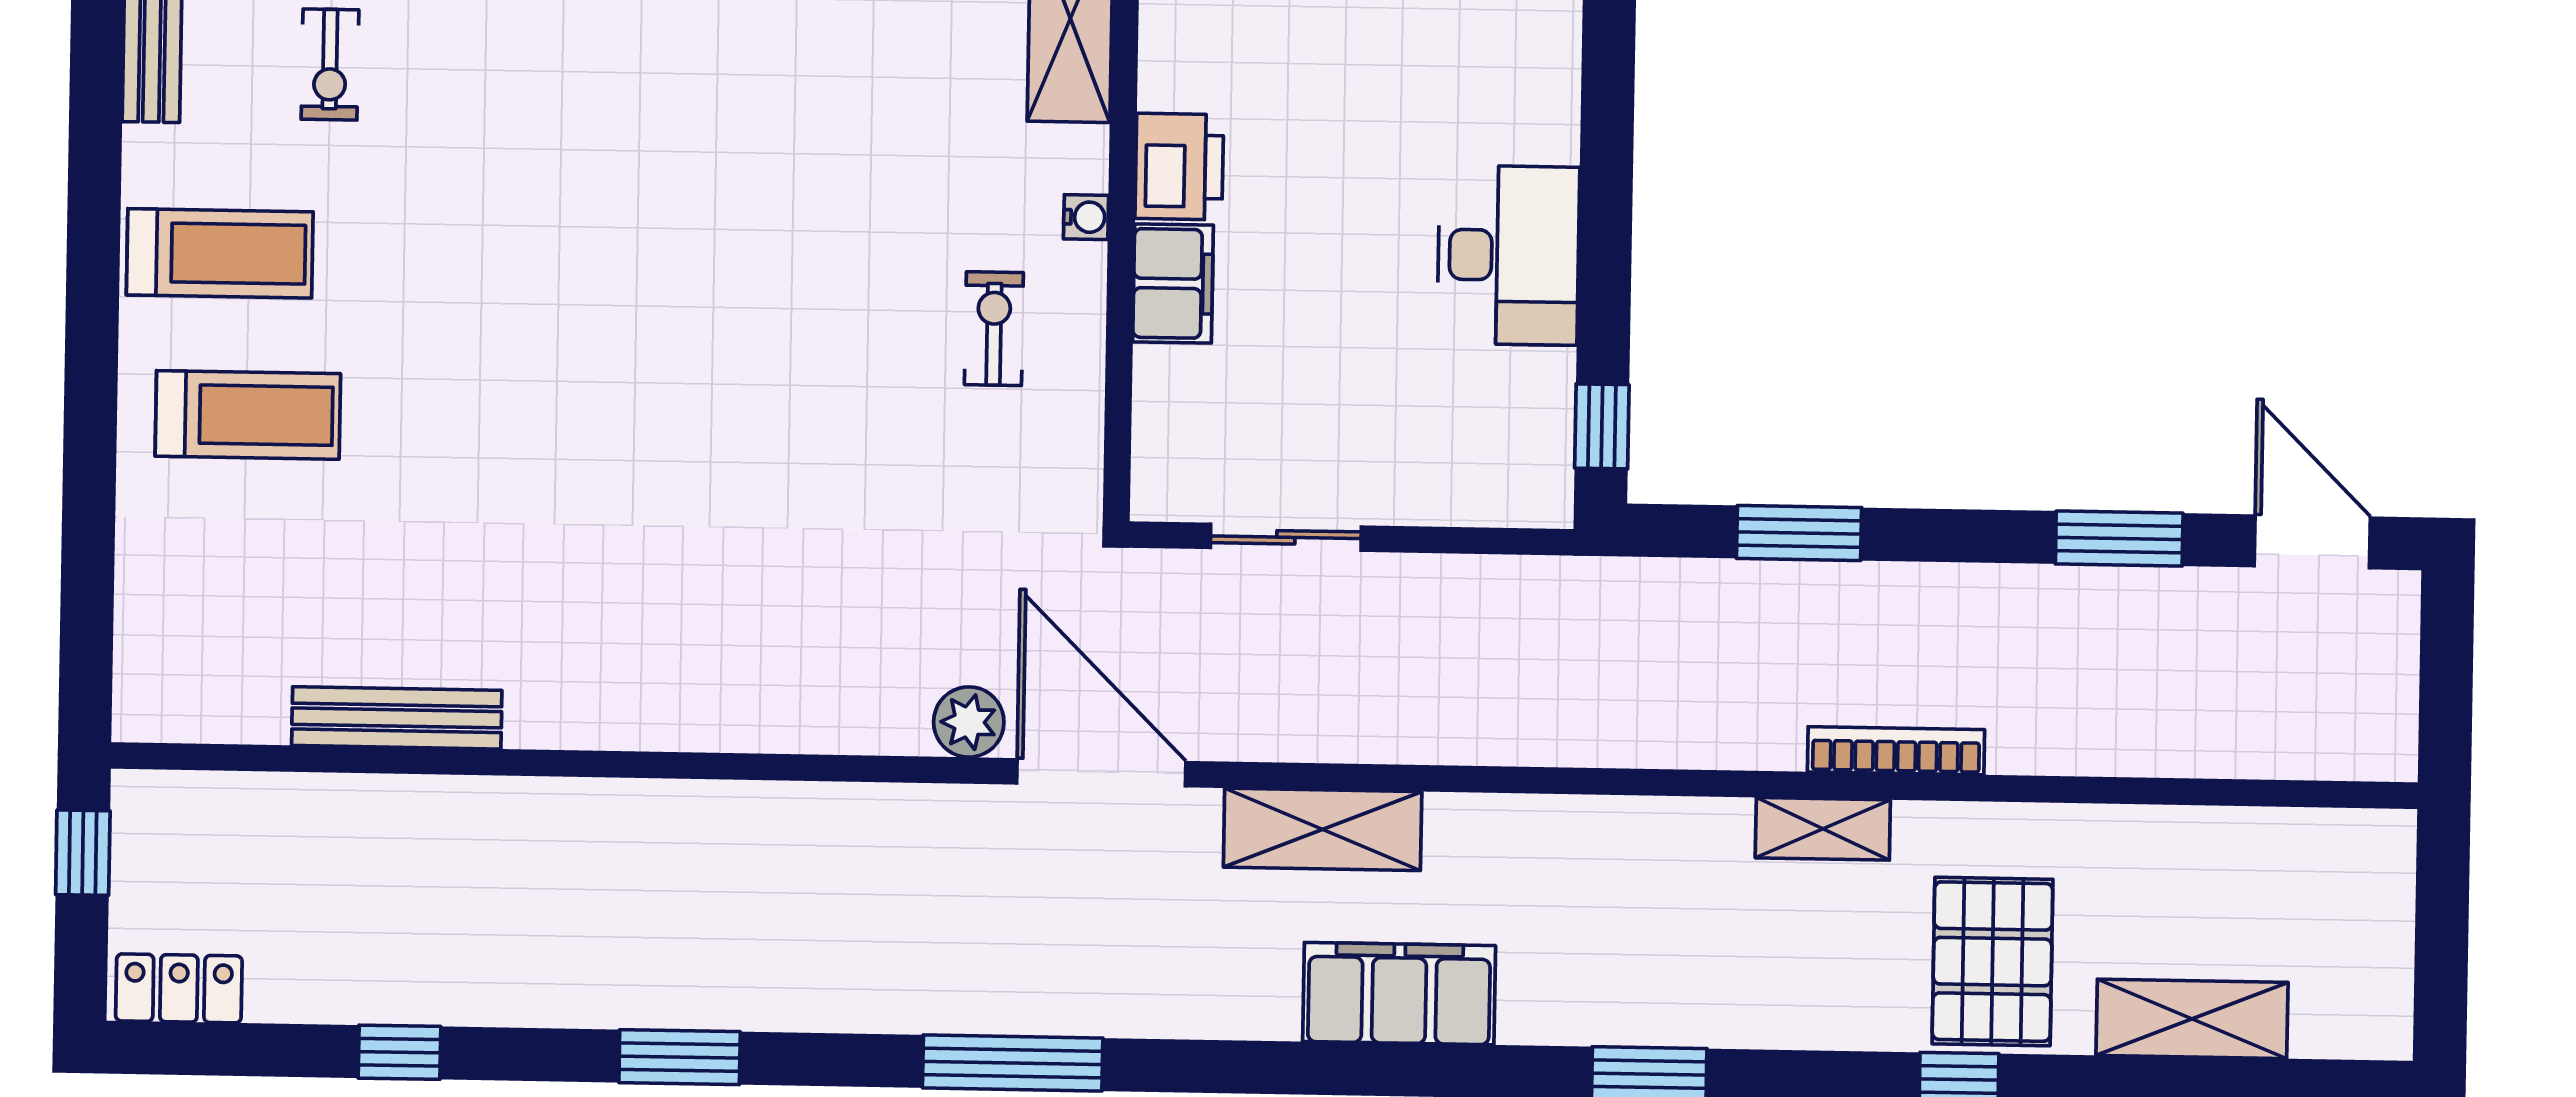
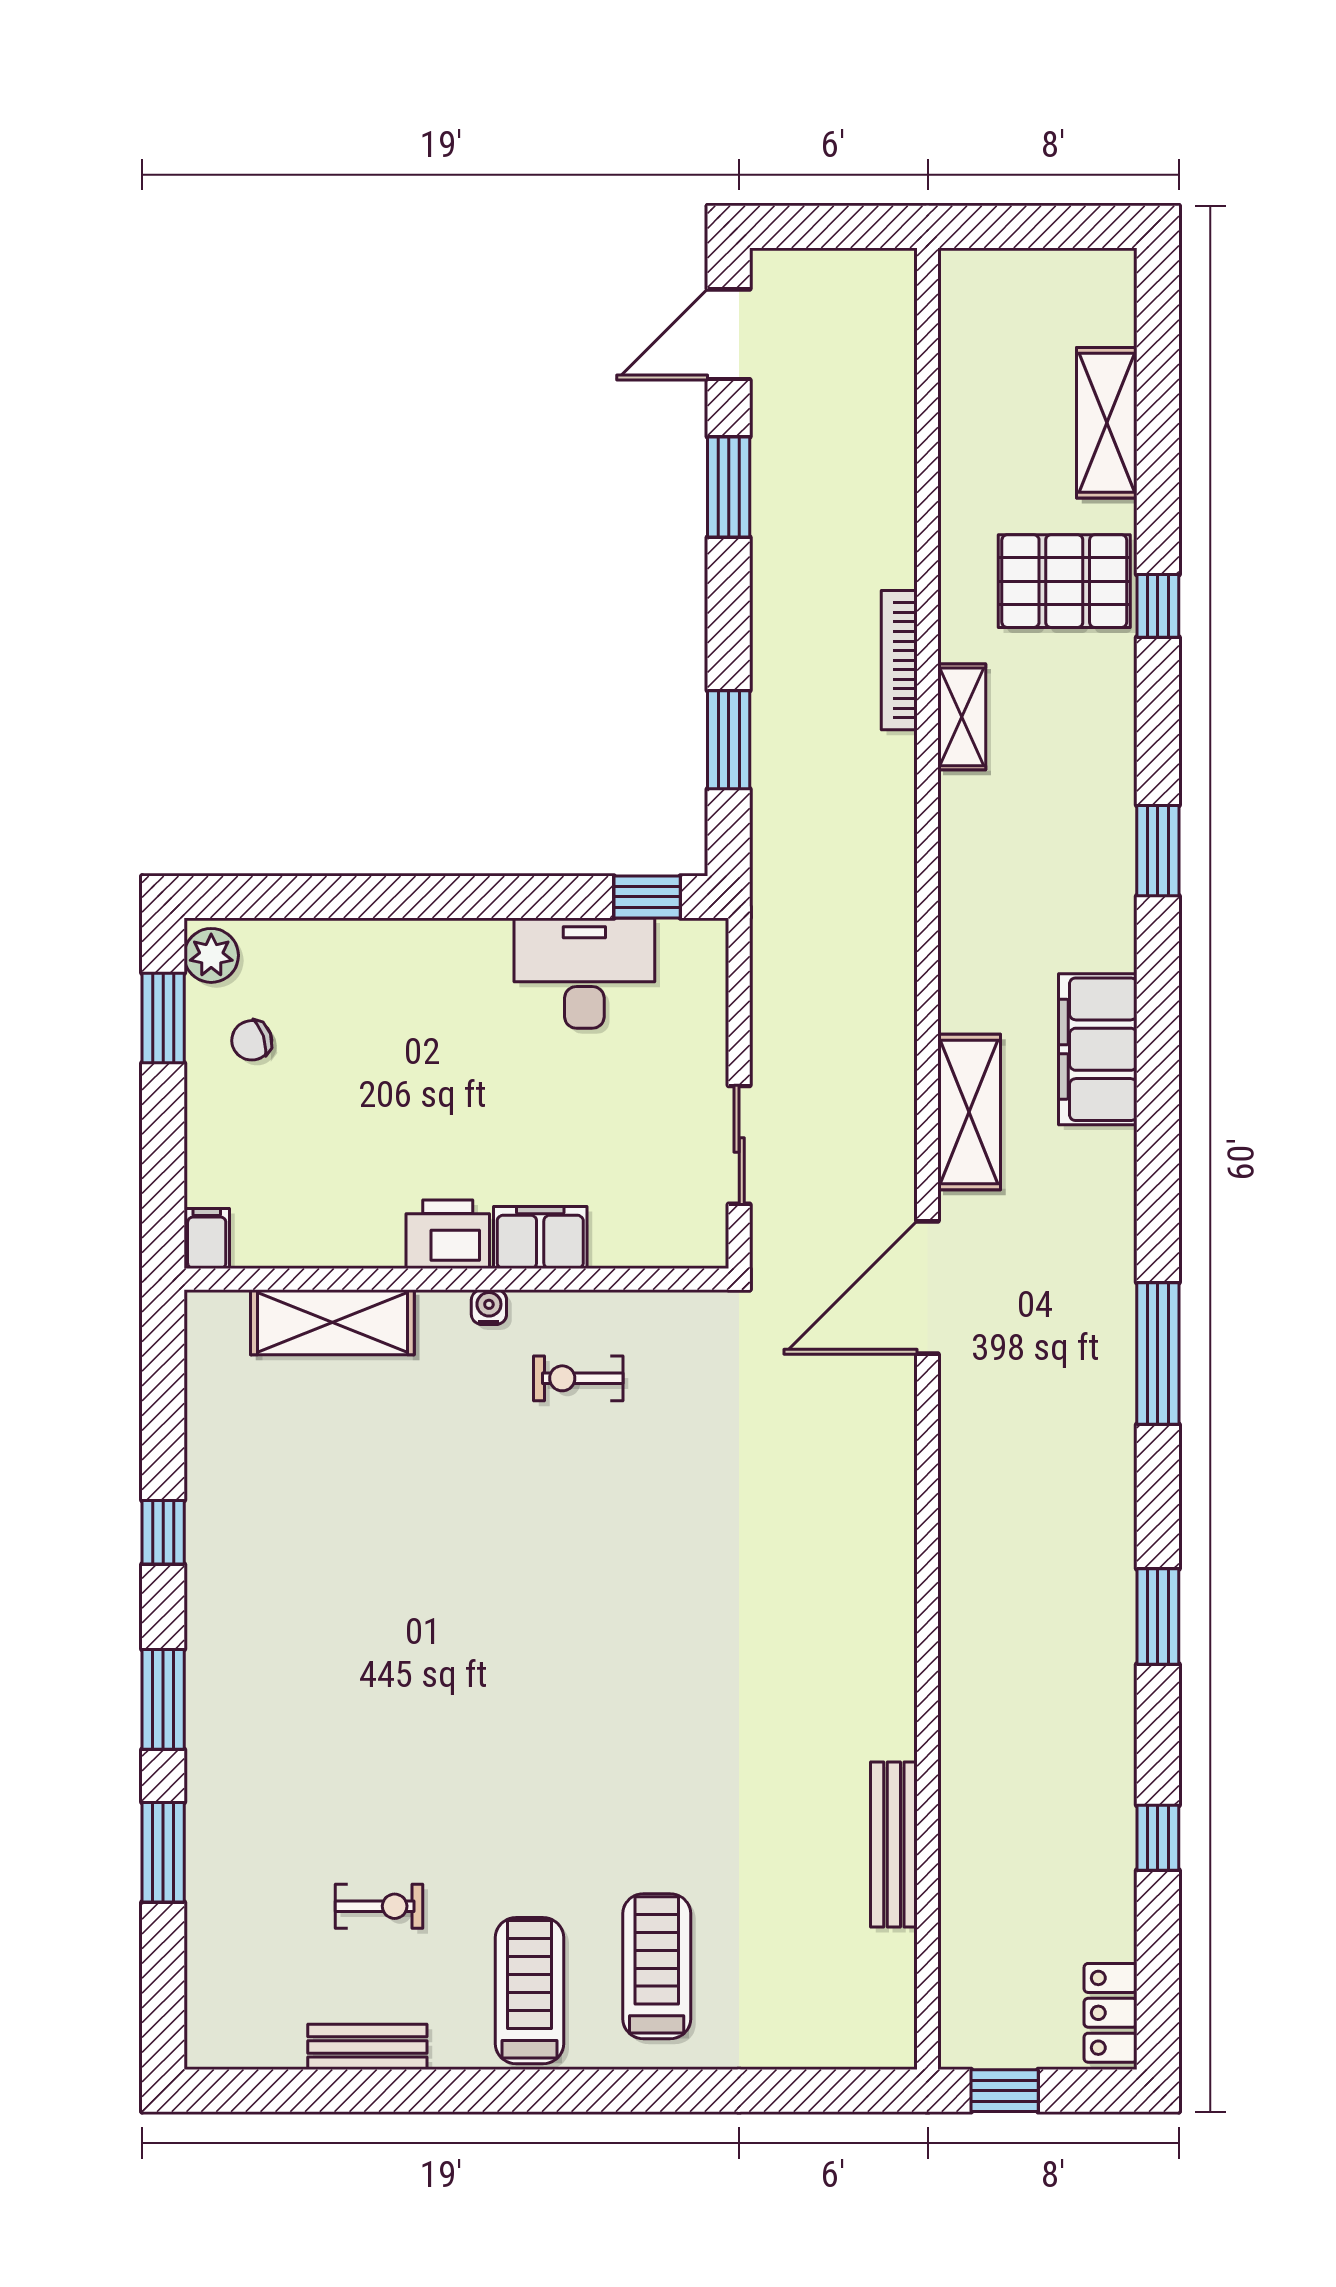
desk: (1508, 255) -> (584, 973), moved
plant: (969, 722) -> (889, 1393), removed

